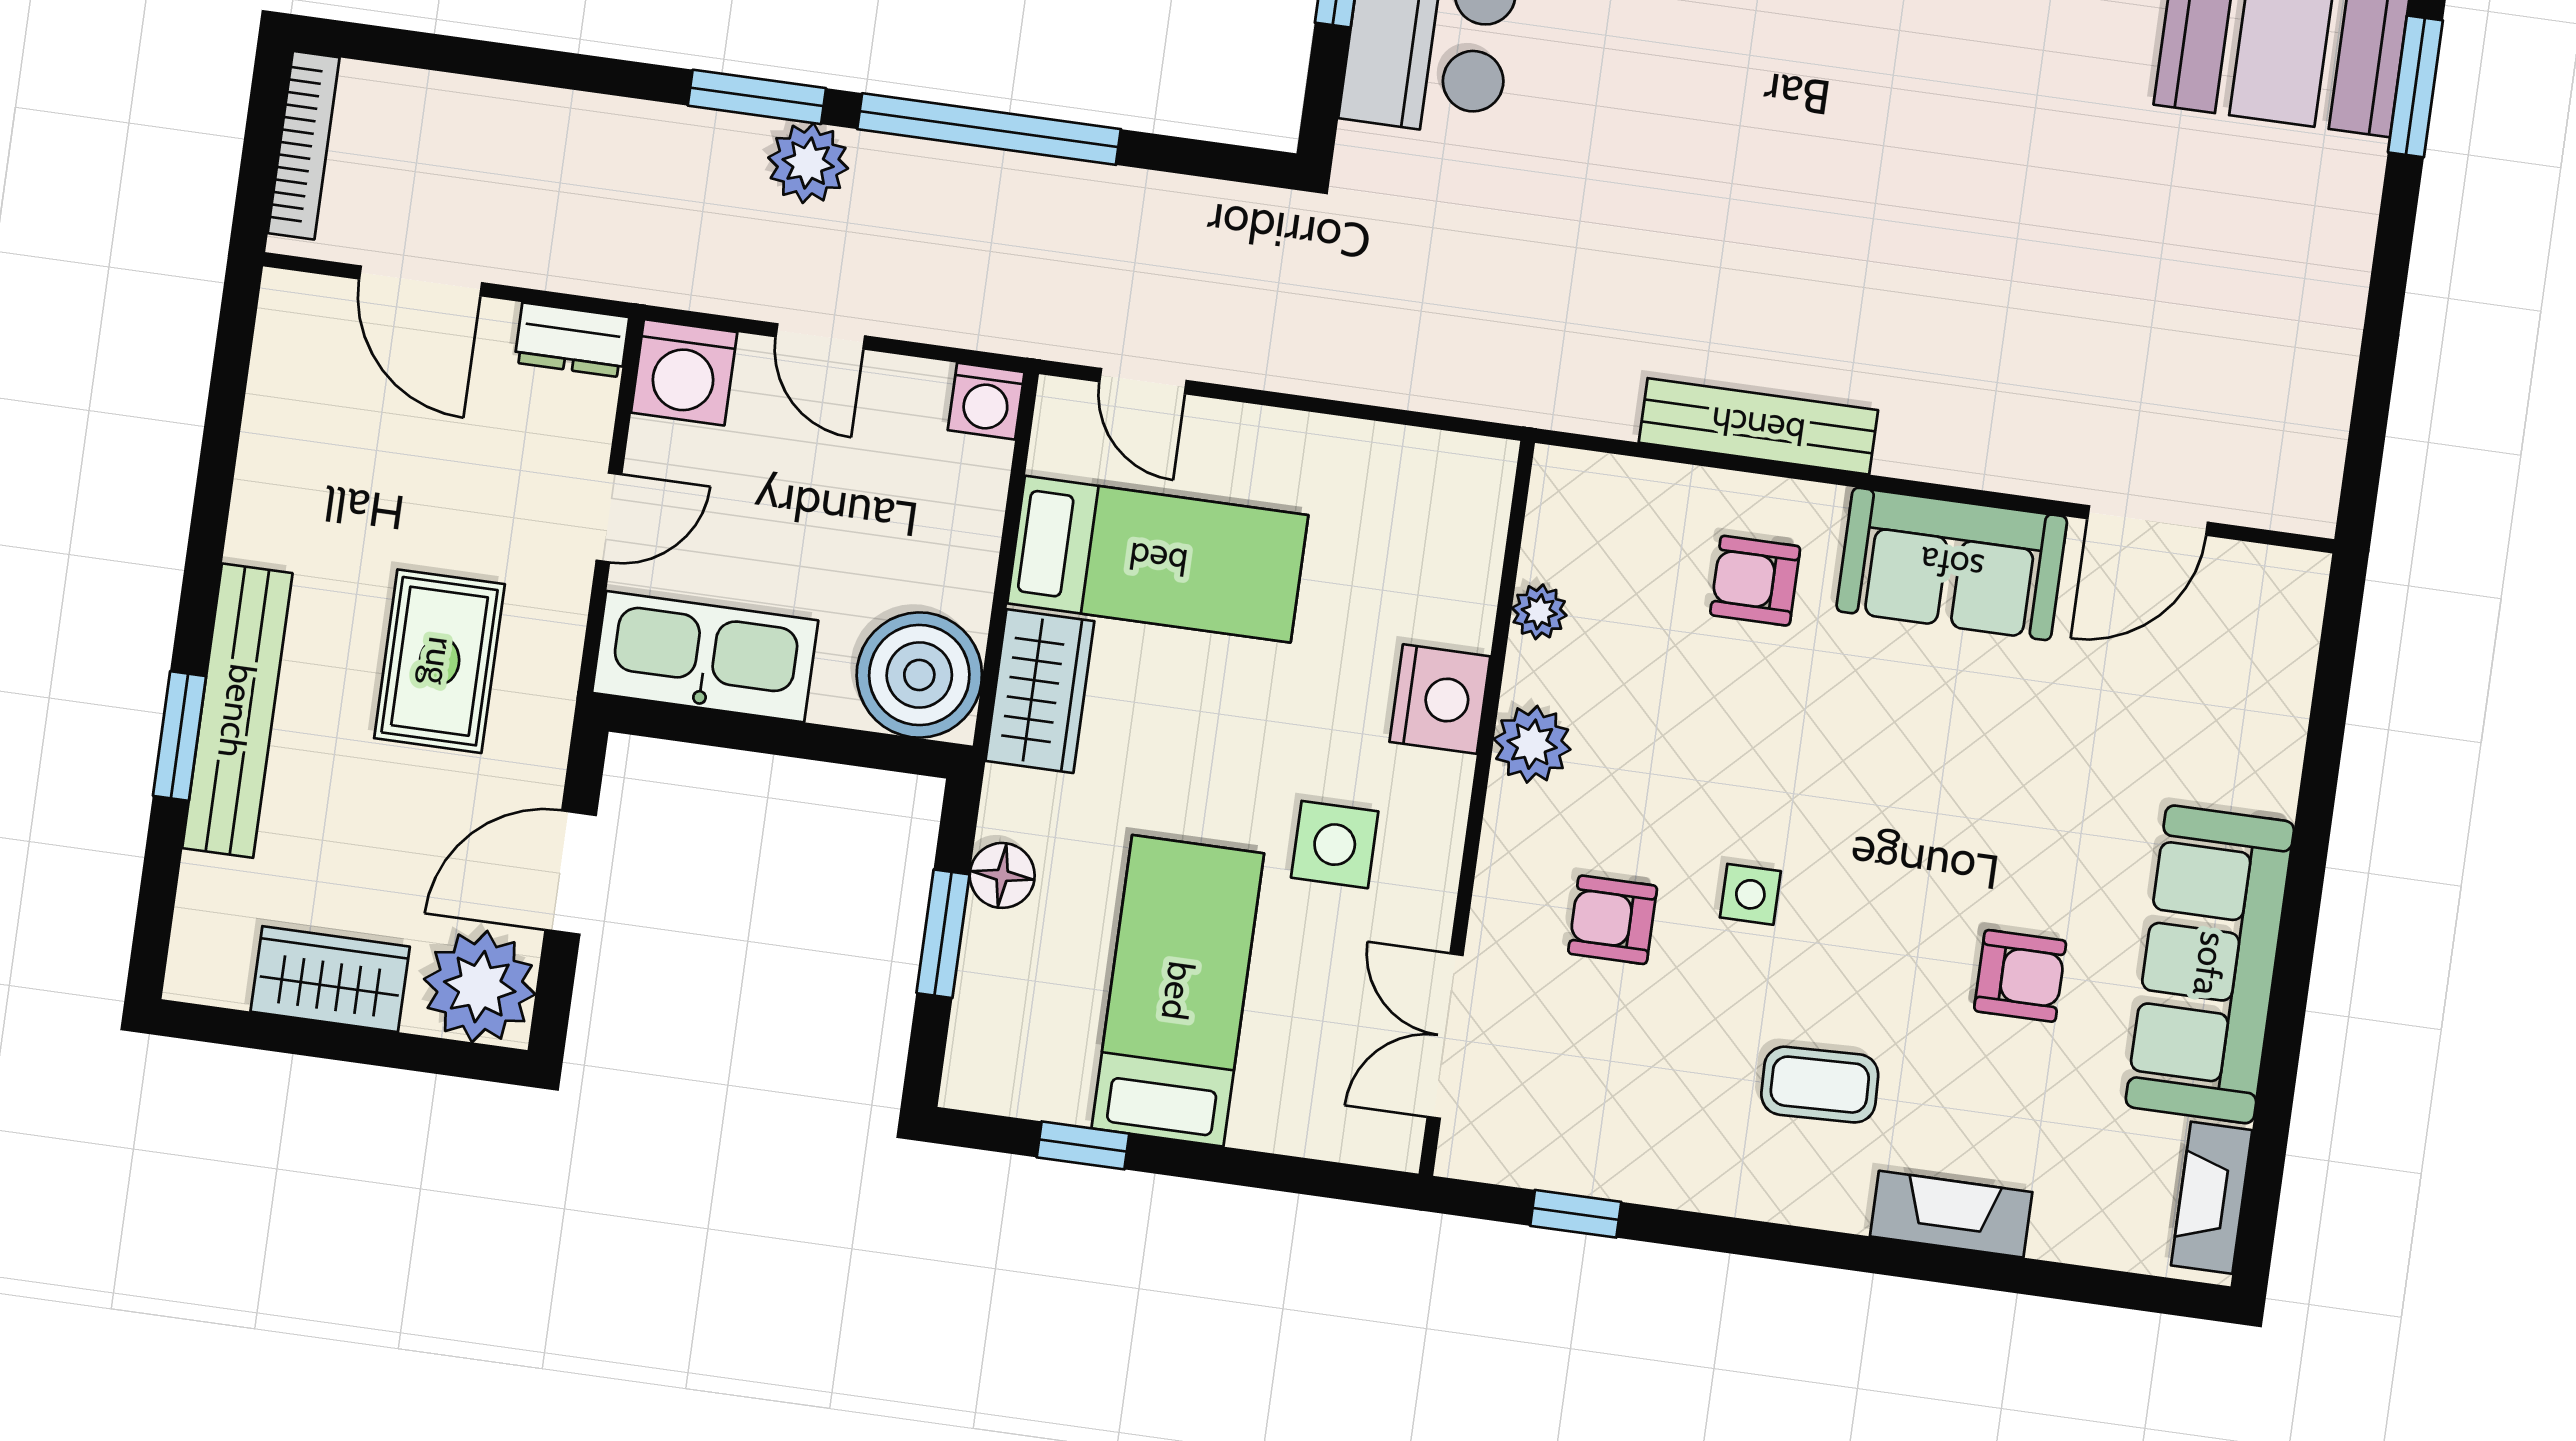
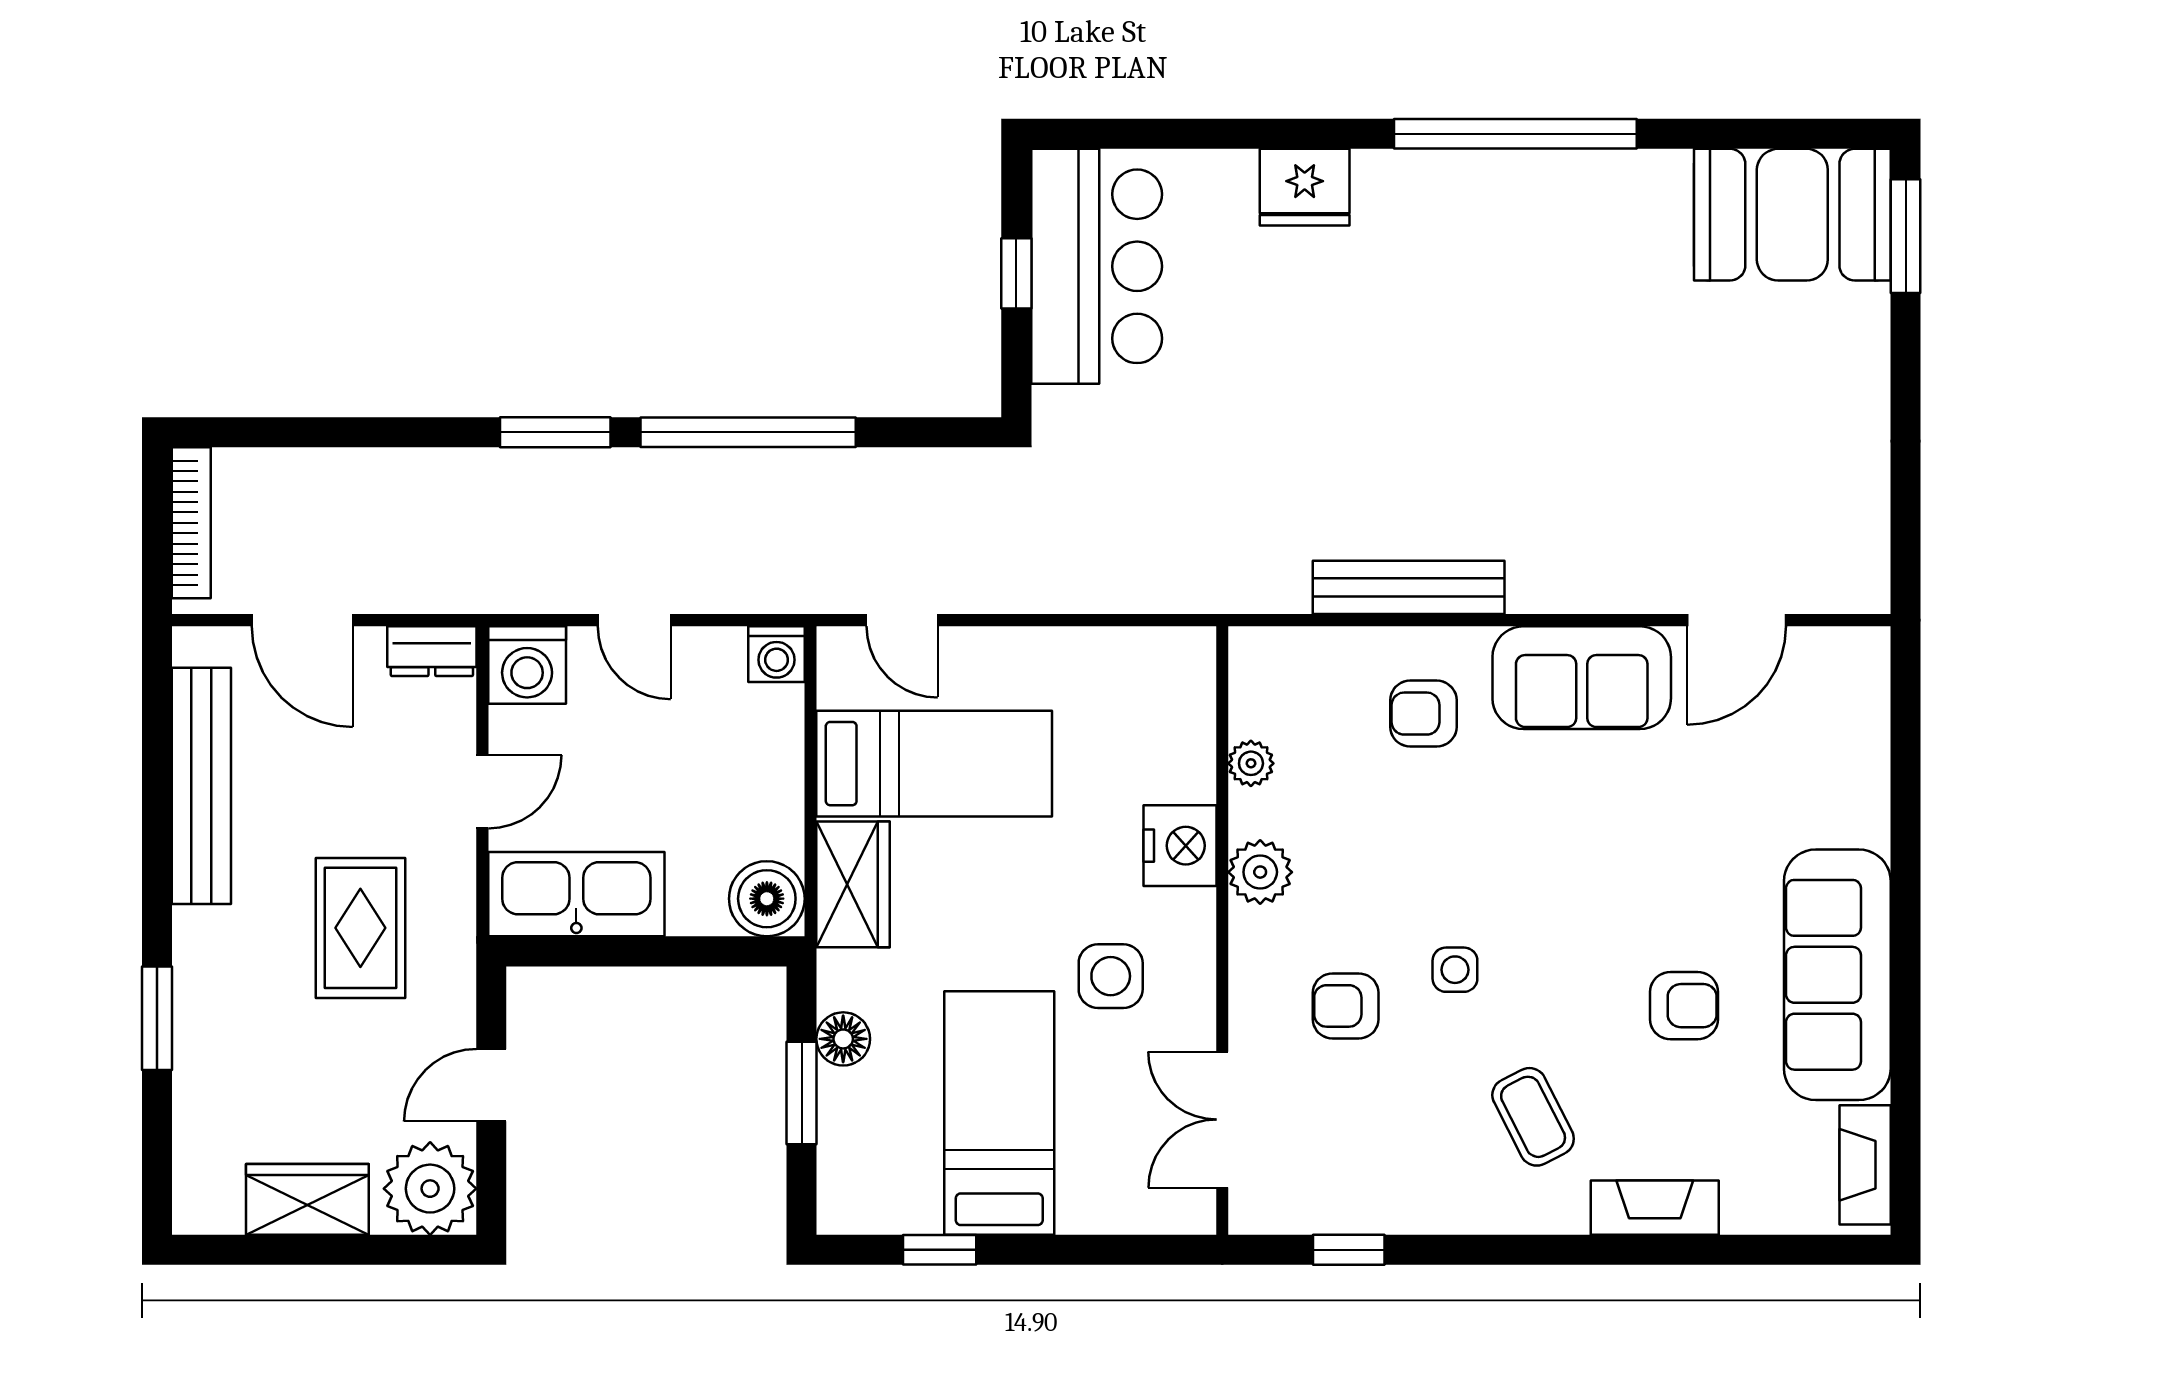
plant: (808, 163) -> (605, 480), removed
boiler: (919, 675) -> (767, 899), width x0.73, depth x0.73
bench: (237, 711) -> (201, 786), moved
door: (571, 872) -> (491, 1085), width x0.73
coffee table: (1820, 1085) -> (1533, 1117), turned 65

